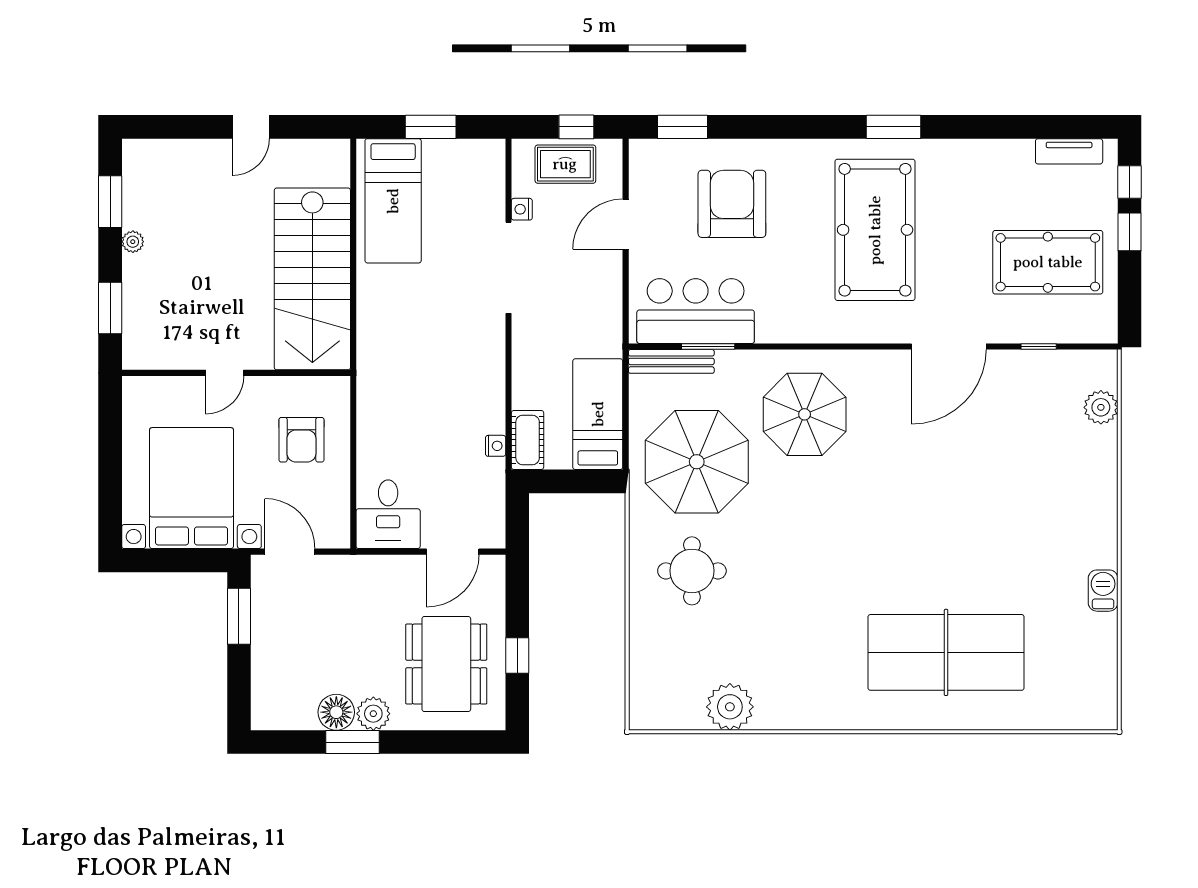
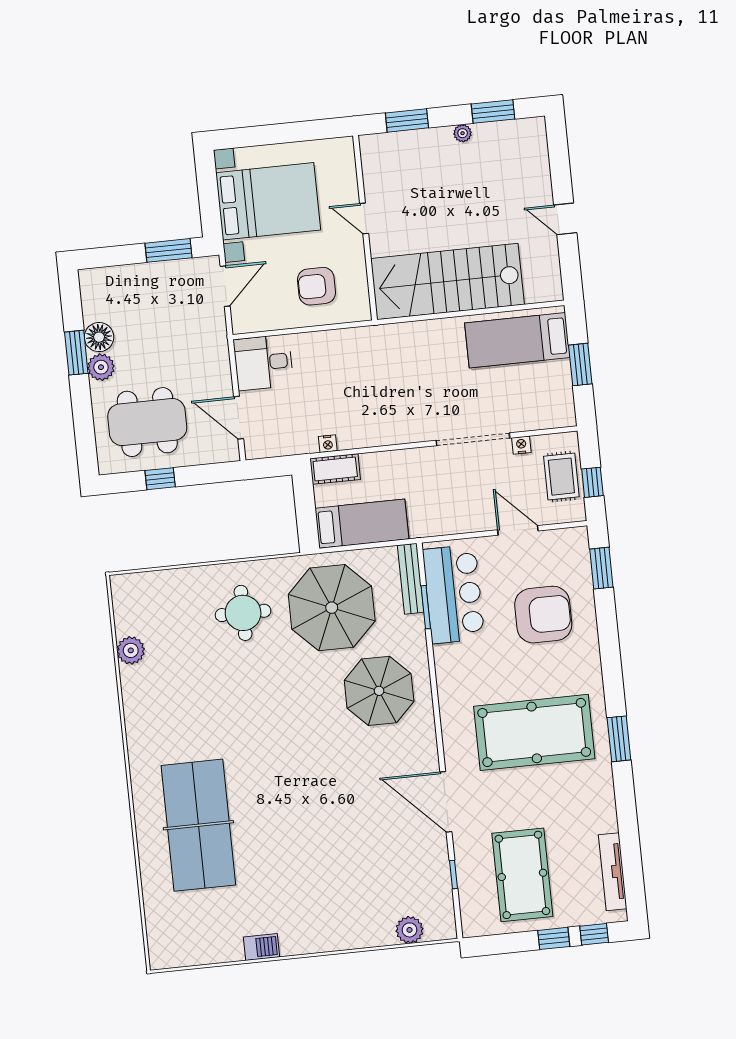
tv unit: (1069, 151) -> (613, 872), width x1.41
plant: (730, 707) -> (131, 650), width x0.73, depth x0.73

